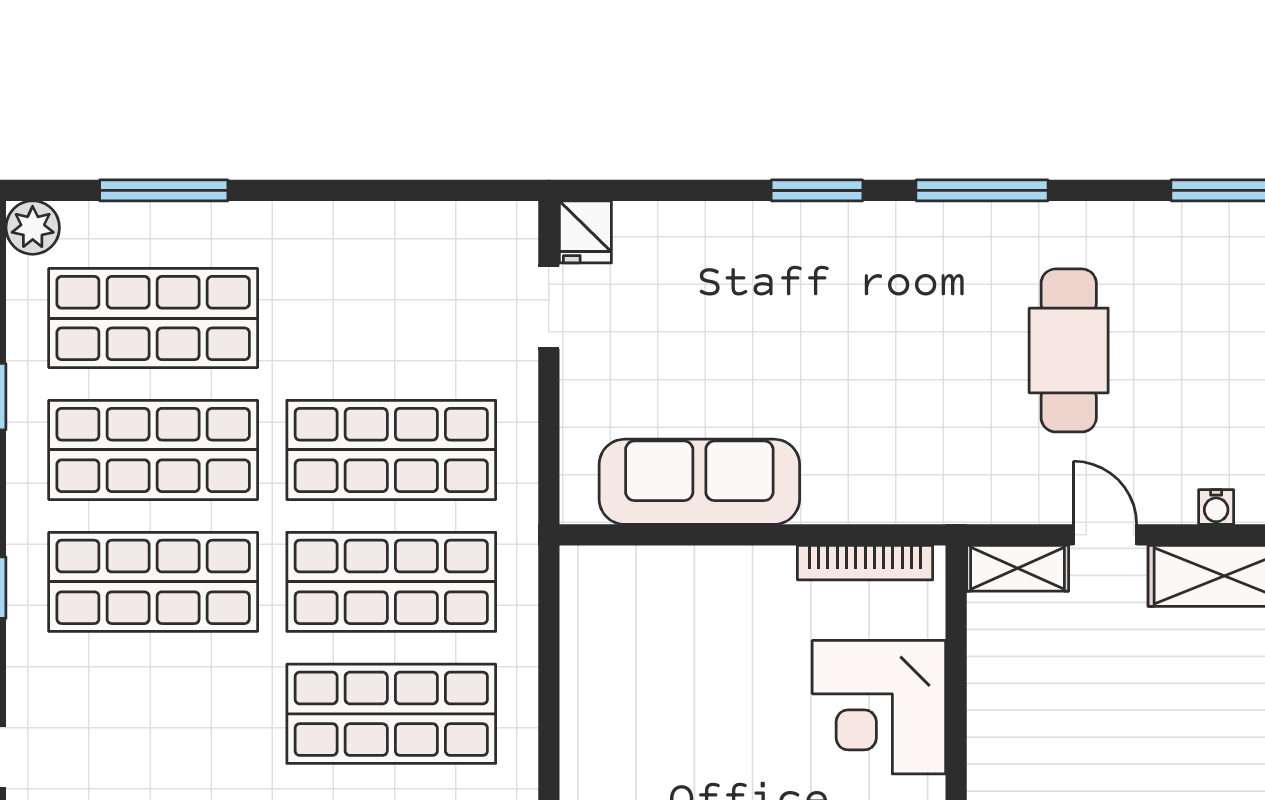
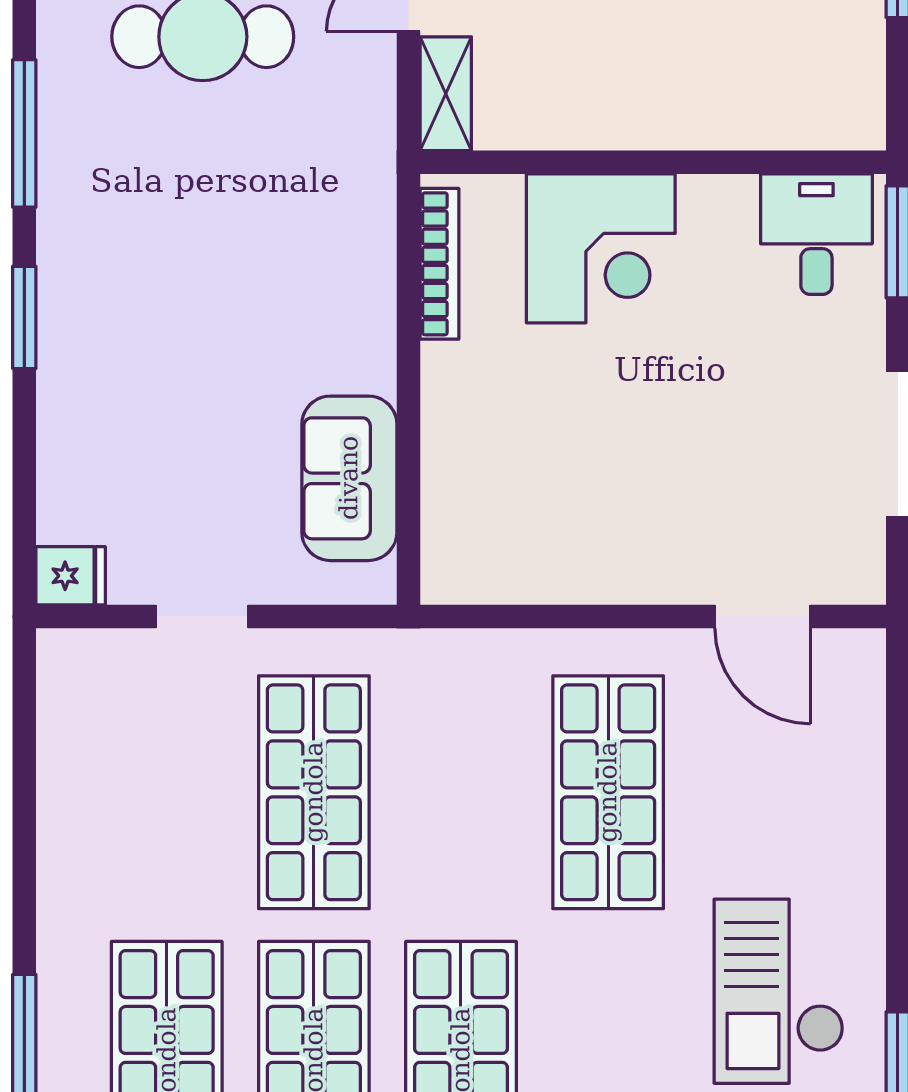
doorway: (549, 307) -> (202, 616), moved
sofa: (699, 482) -> (349, 478), width x0.73
shop shelf: (391, 582) -> (461, 792), removed

